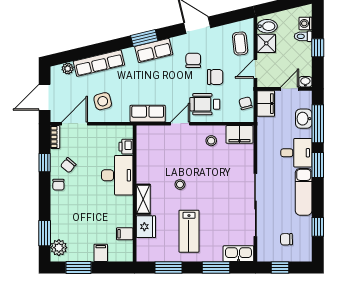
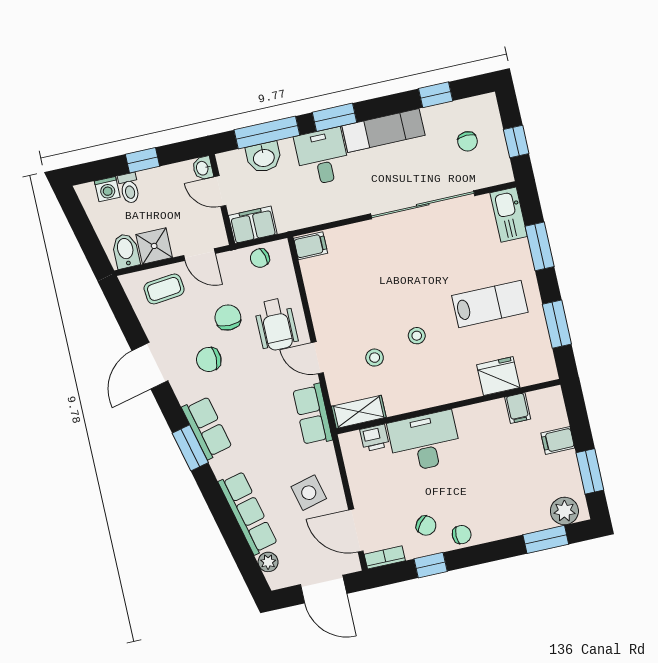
filing cabinet: (239, 134) -> (311, 246), width x0.50
stool: (211, 141) -> (375, 358), moved
shelving: (143, 199) -> (359, 412), moved

